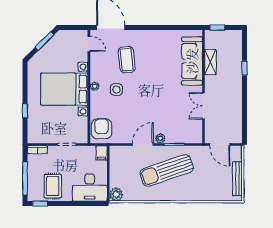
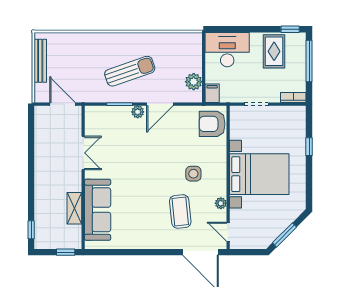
window: (245, 68) -> (31, 230), moved
plant: (95, 86) -> (221, 203), moved
armchair: (102, 129) -> (212, 124), turned 90
sun lounger: (167, 170) -> (130, 71), width x0.73, depth x0.75
plant: (116, 194) -> (194, 82), moved

